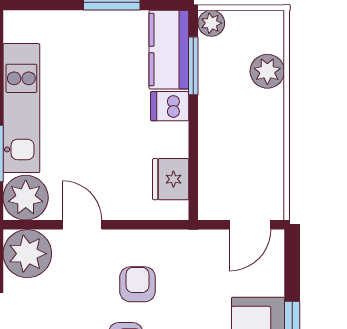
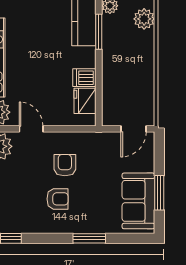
plant: (267, 71) -> (144, 19), moved
dishwasher: (170, 106) -> (84, 78), moved

